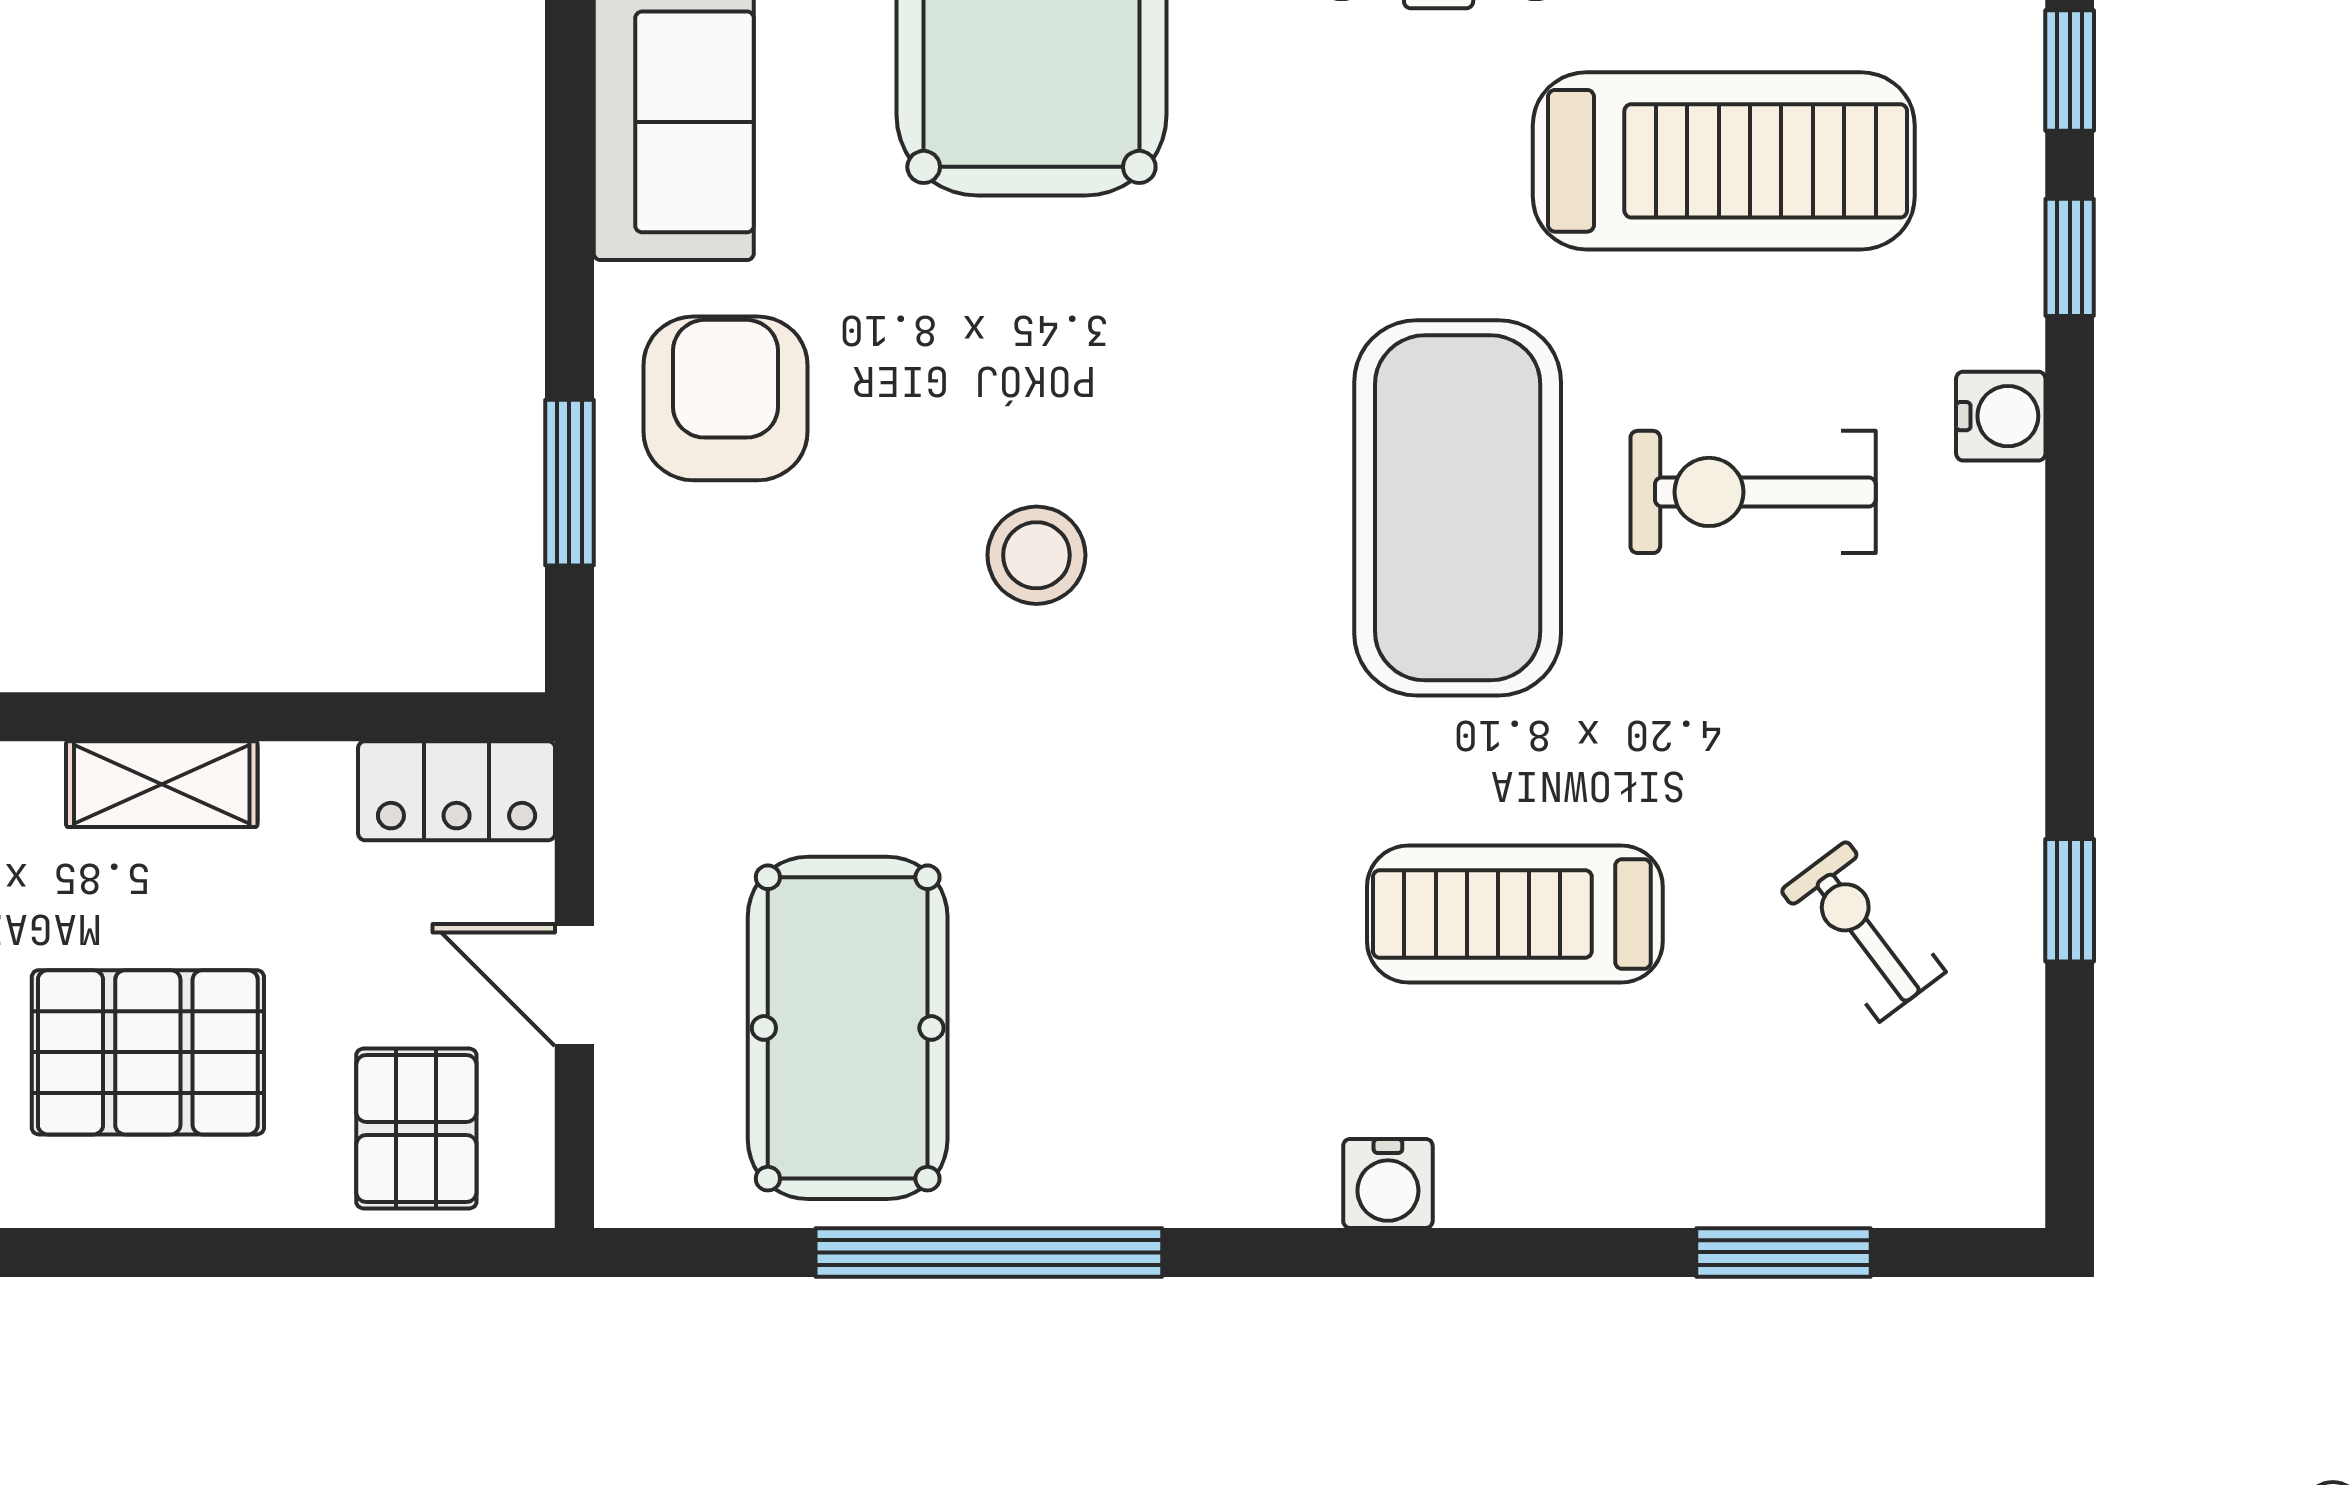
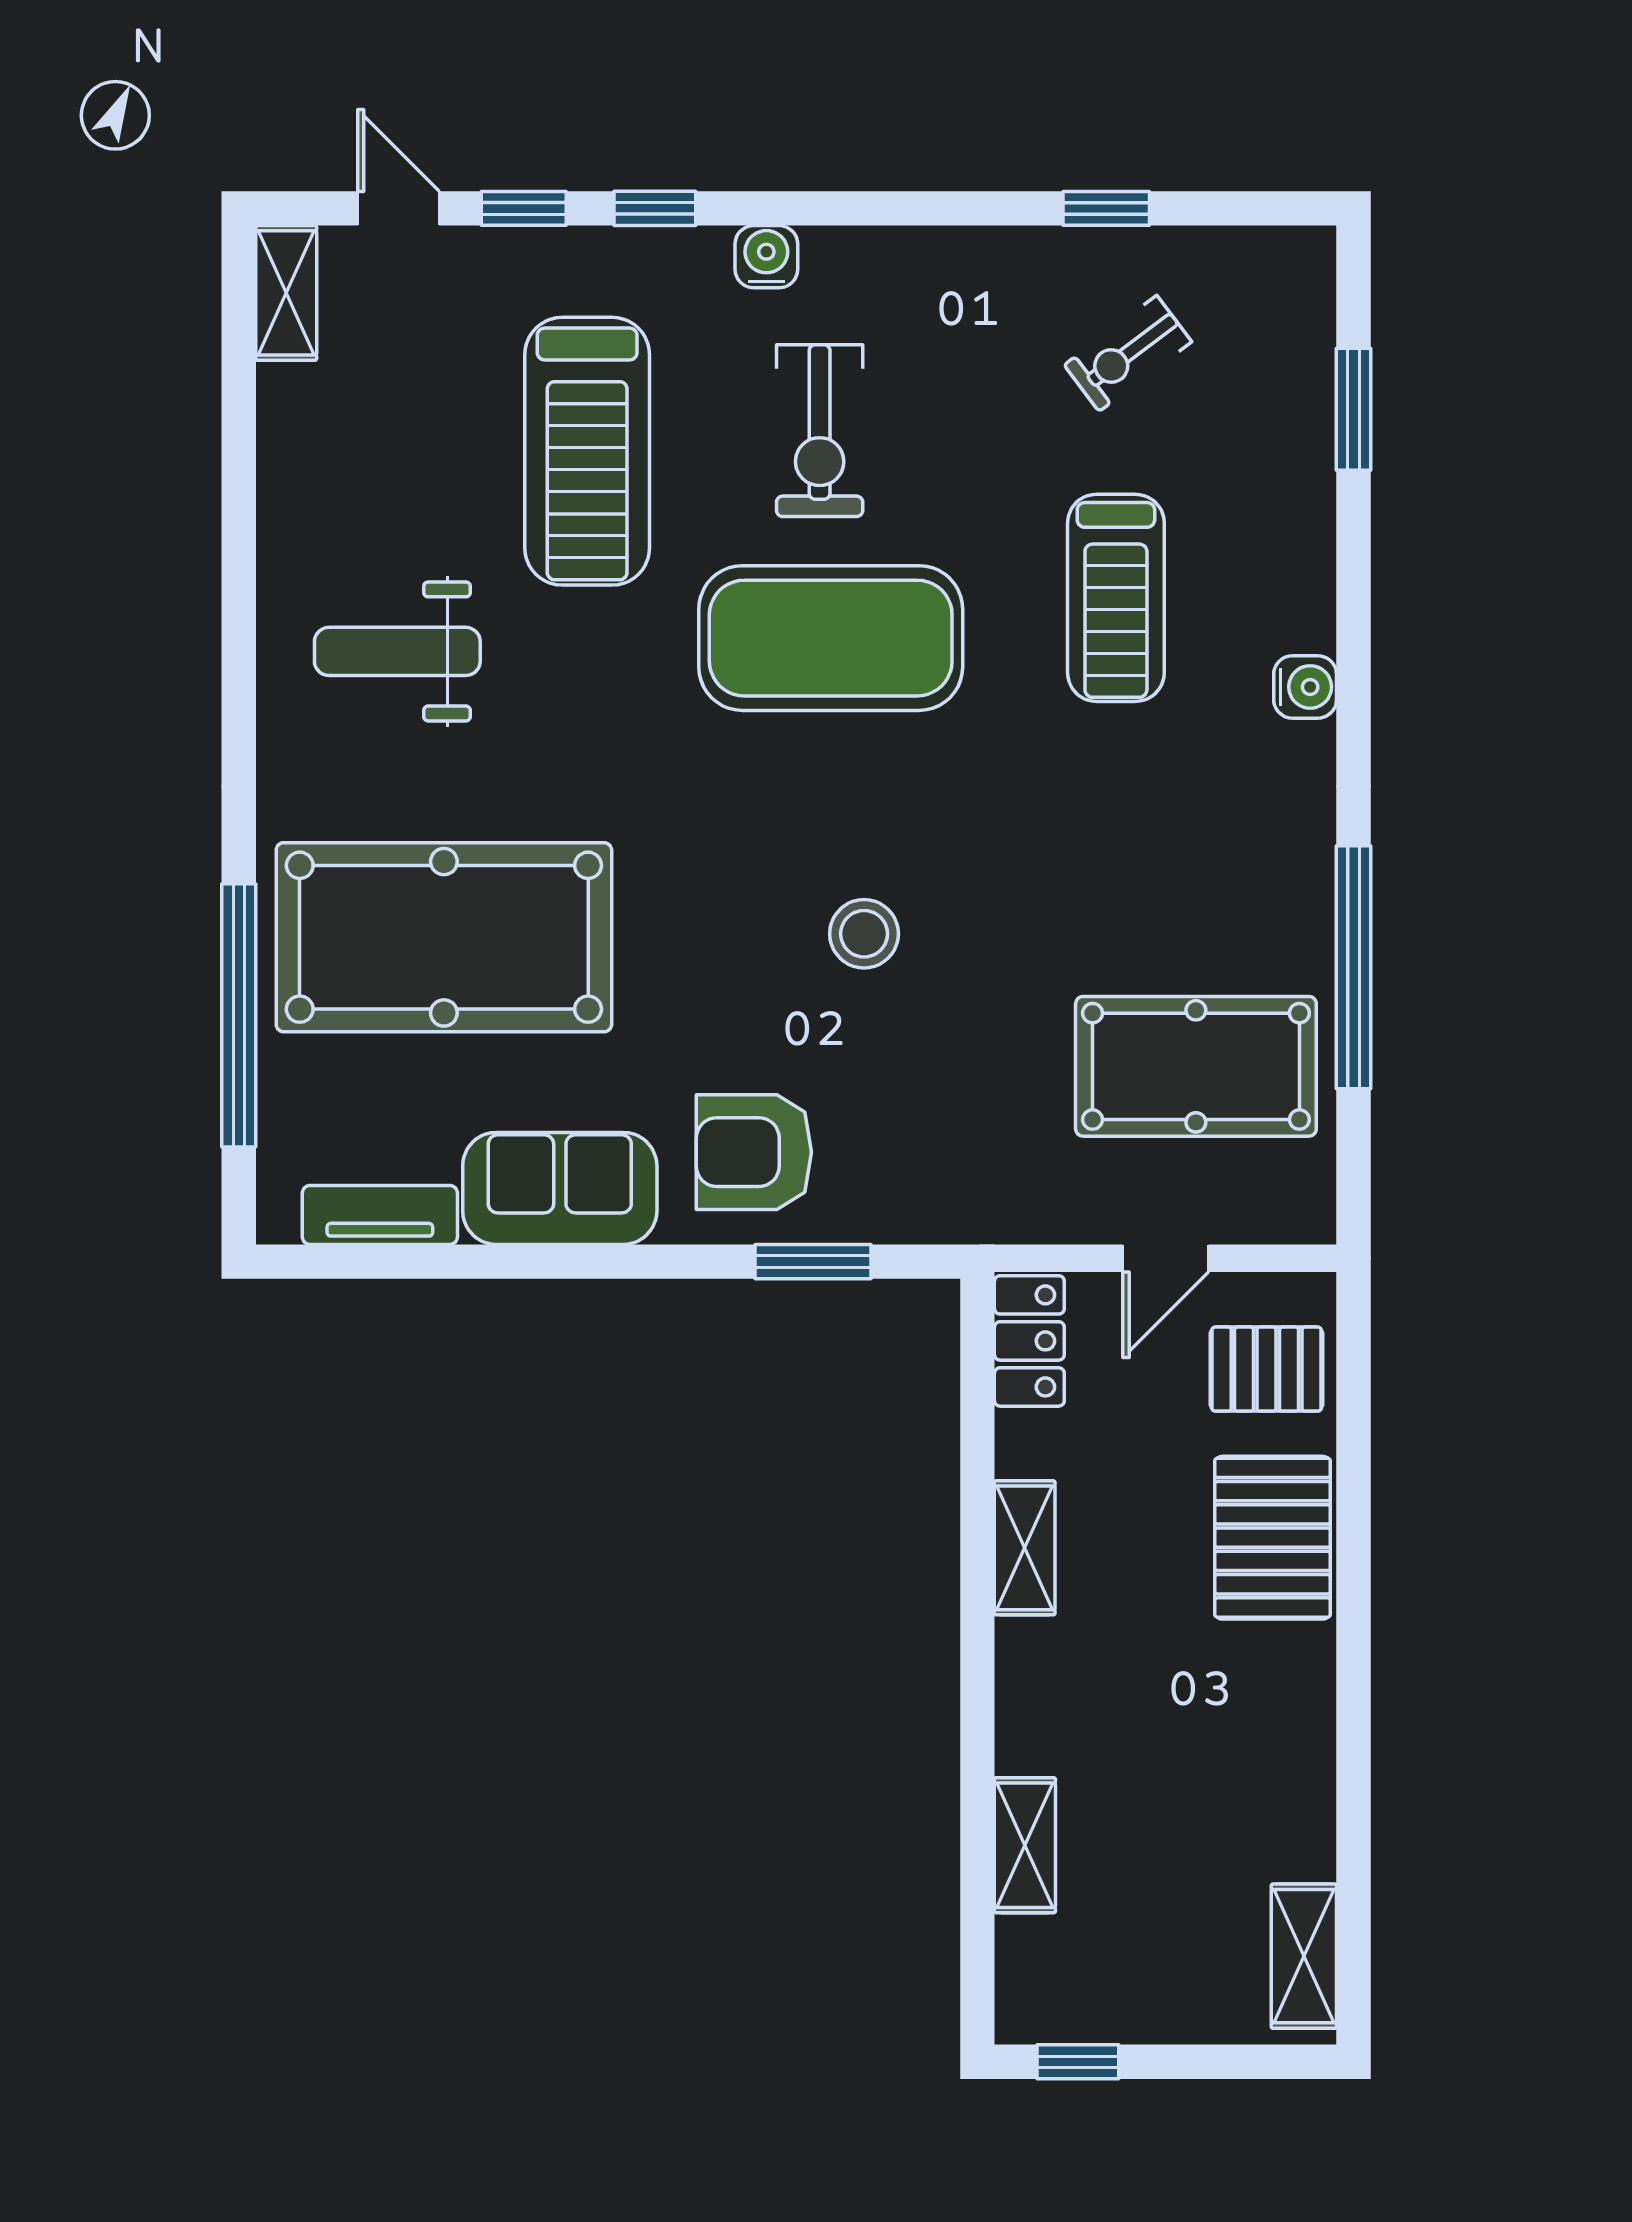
treadmill: (1724, 161) -> (587, 451), turned 180
pallet: (148, 1052) -> (1273, 1538), moved

